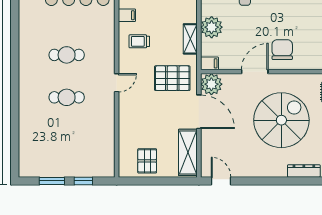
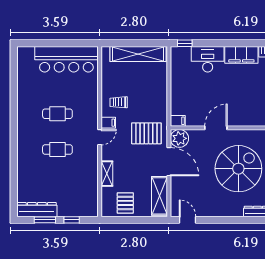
filing cabinet: (127, 15) -> (108, 123), moved
plant: (212, 27) -> (180, 90), removed
shelving: (190, 39) -> (107, 174), moved
chair: (282, 50) -> (239, 109), removed
dresser: (42, 169) -> (37, 210), added

